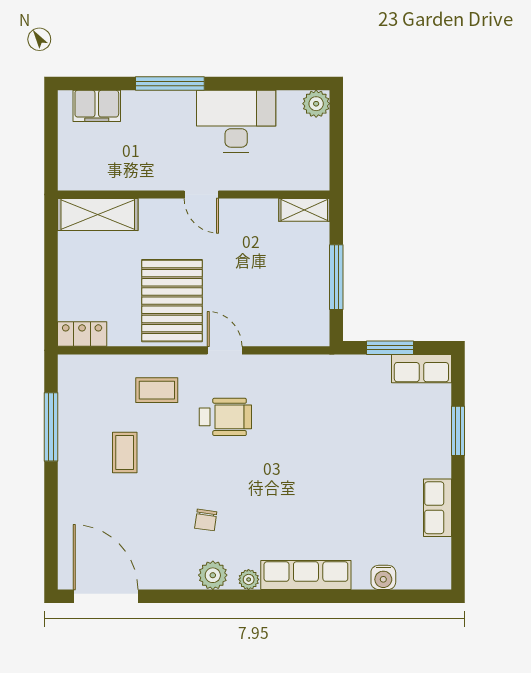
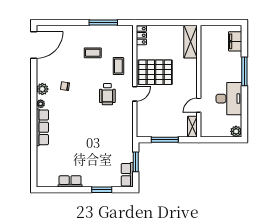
door: (201, 195) -> (199, 105), moved
water cooler: (383, 577) -> (41, 159), removed

